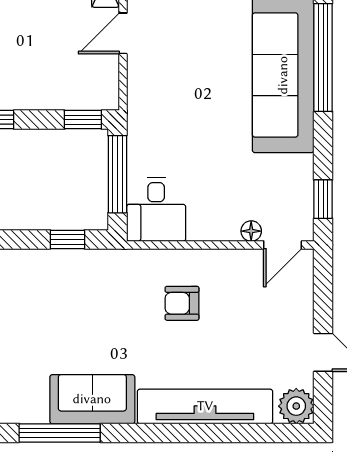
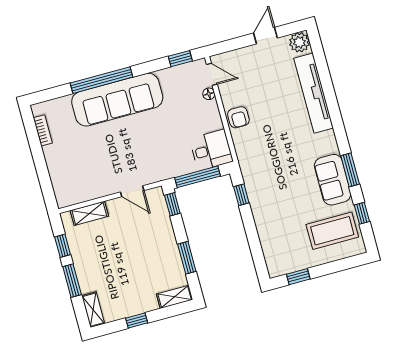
door: (123, 33) -> (132, 191), moved
armchair: (182, 303) -> (238, 117), moved
sofa: (92, 399) -> (333, 180), moved
window: (60, 433) -> (350, 170), width x0.69

